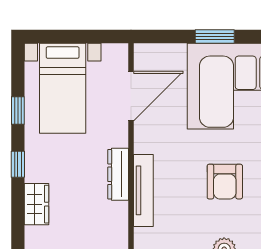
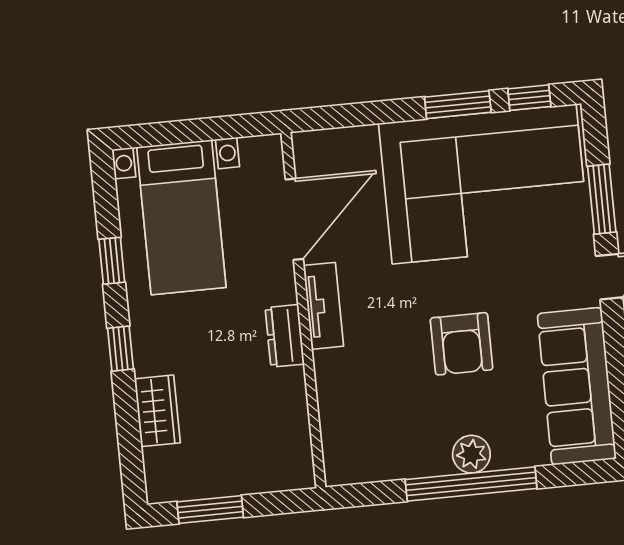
window: (215, 37) -> (458, 105), moved
dresser: (118, 174) -> (285, 336), width x0.70
tv unit: (143, 190) -> (323, 306), moved, width x0.71

